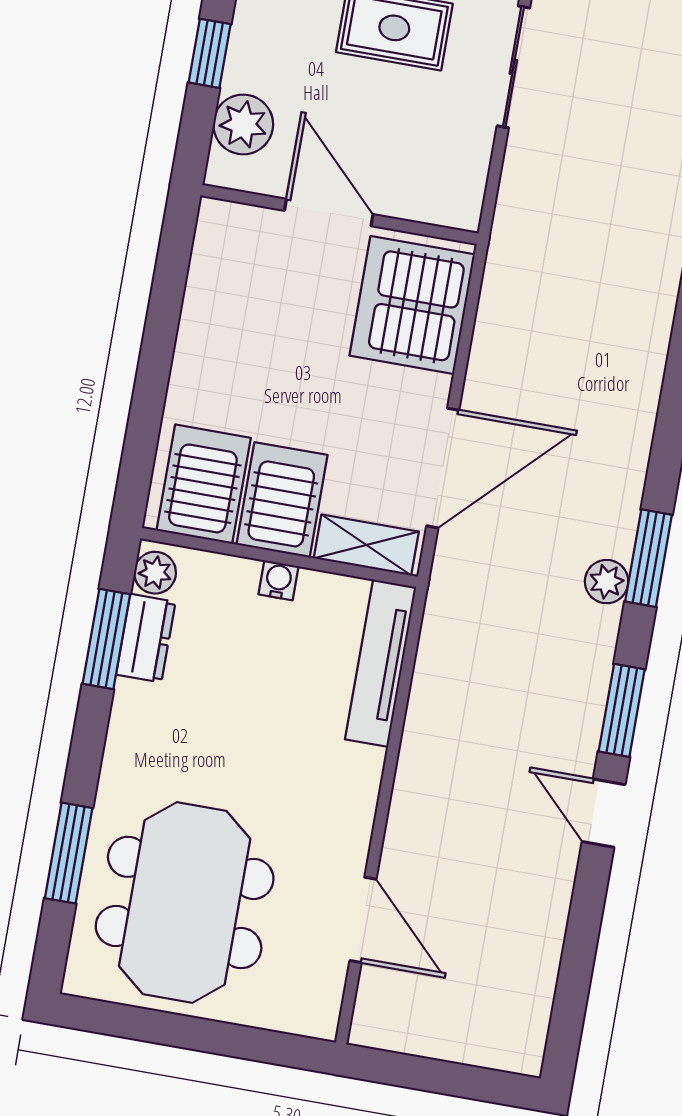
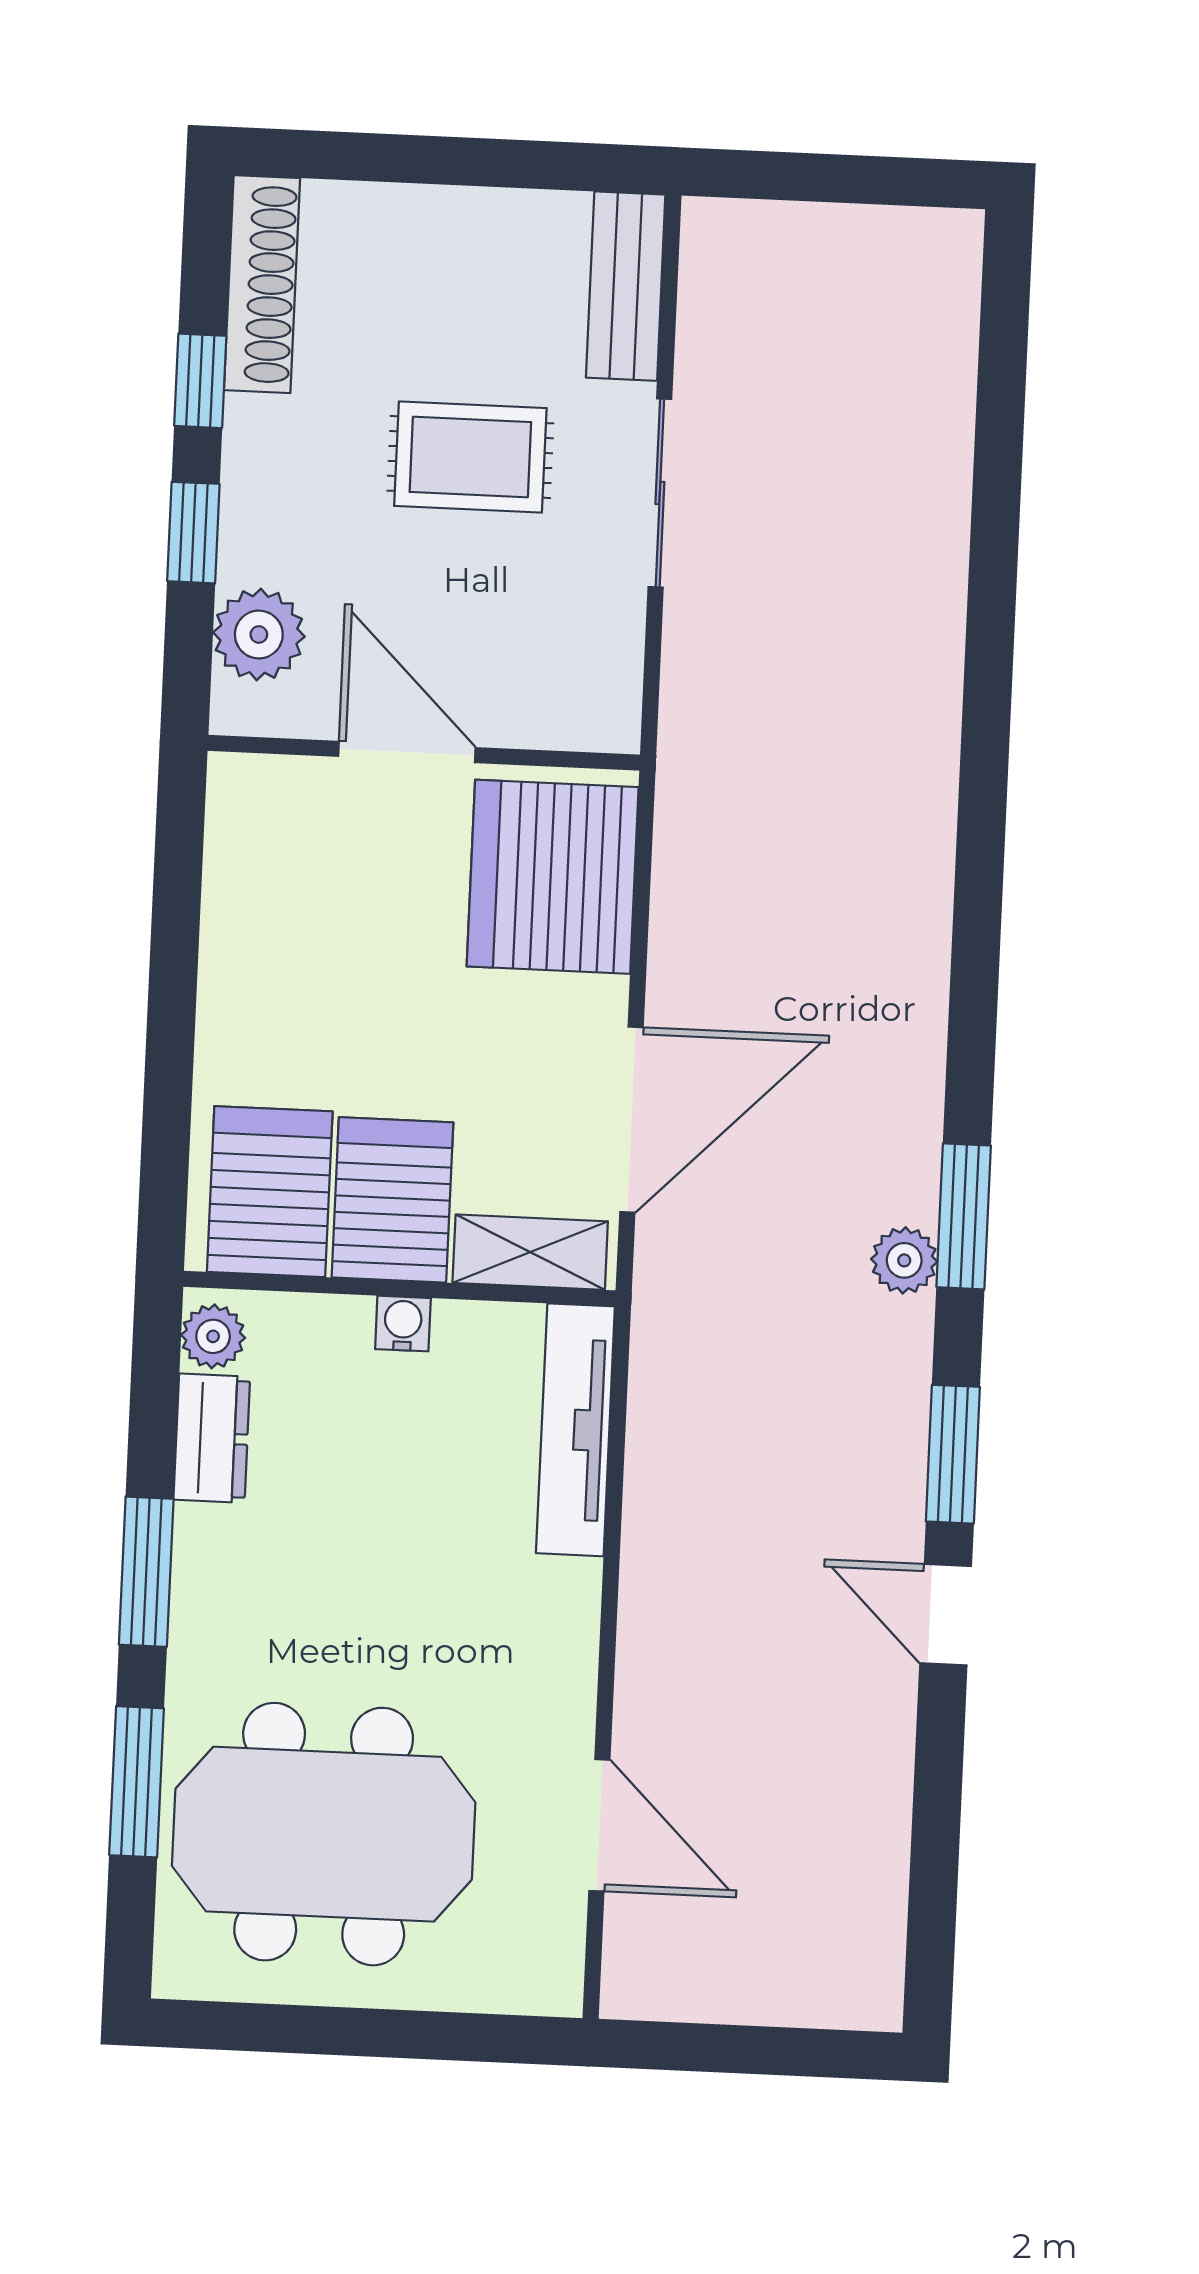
window: (106, 639) -> (146, 1572), moved
meeting table: (185, 902) -> (324, 1834), turned 90

